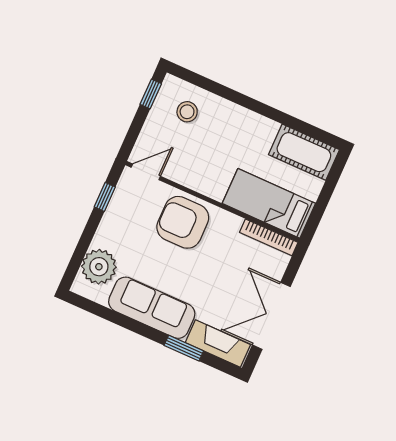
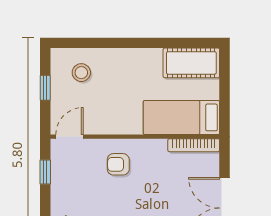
window: (151, 94) -> (45, 88), moved
armchair: (183, 222) -> (118, 164), width x0.53, depth x0.53

